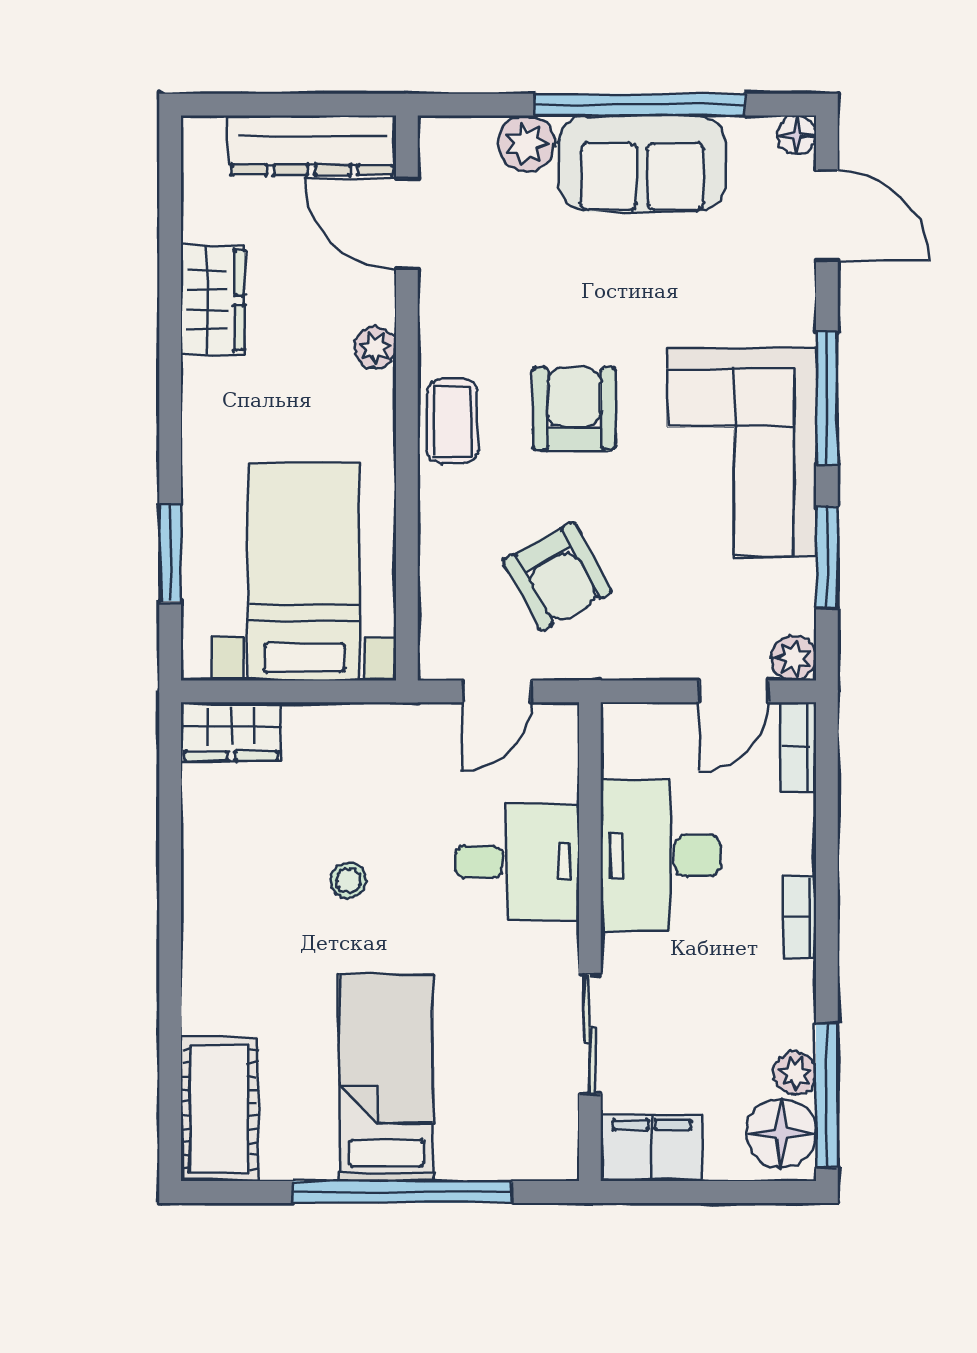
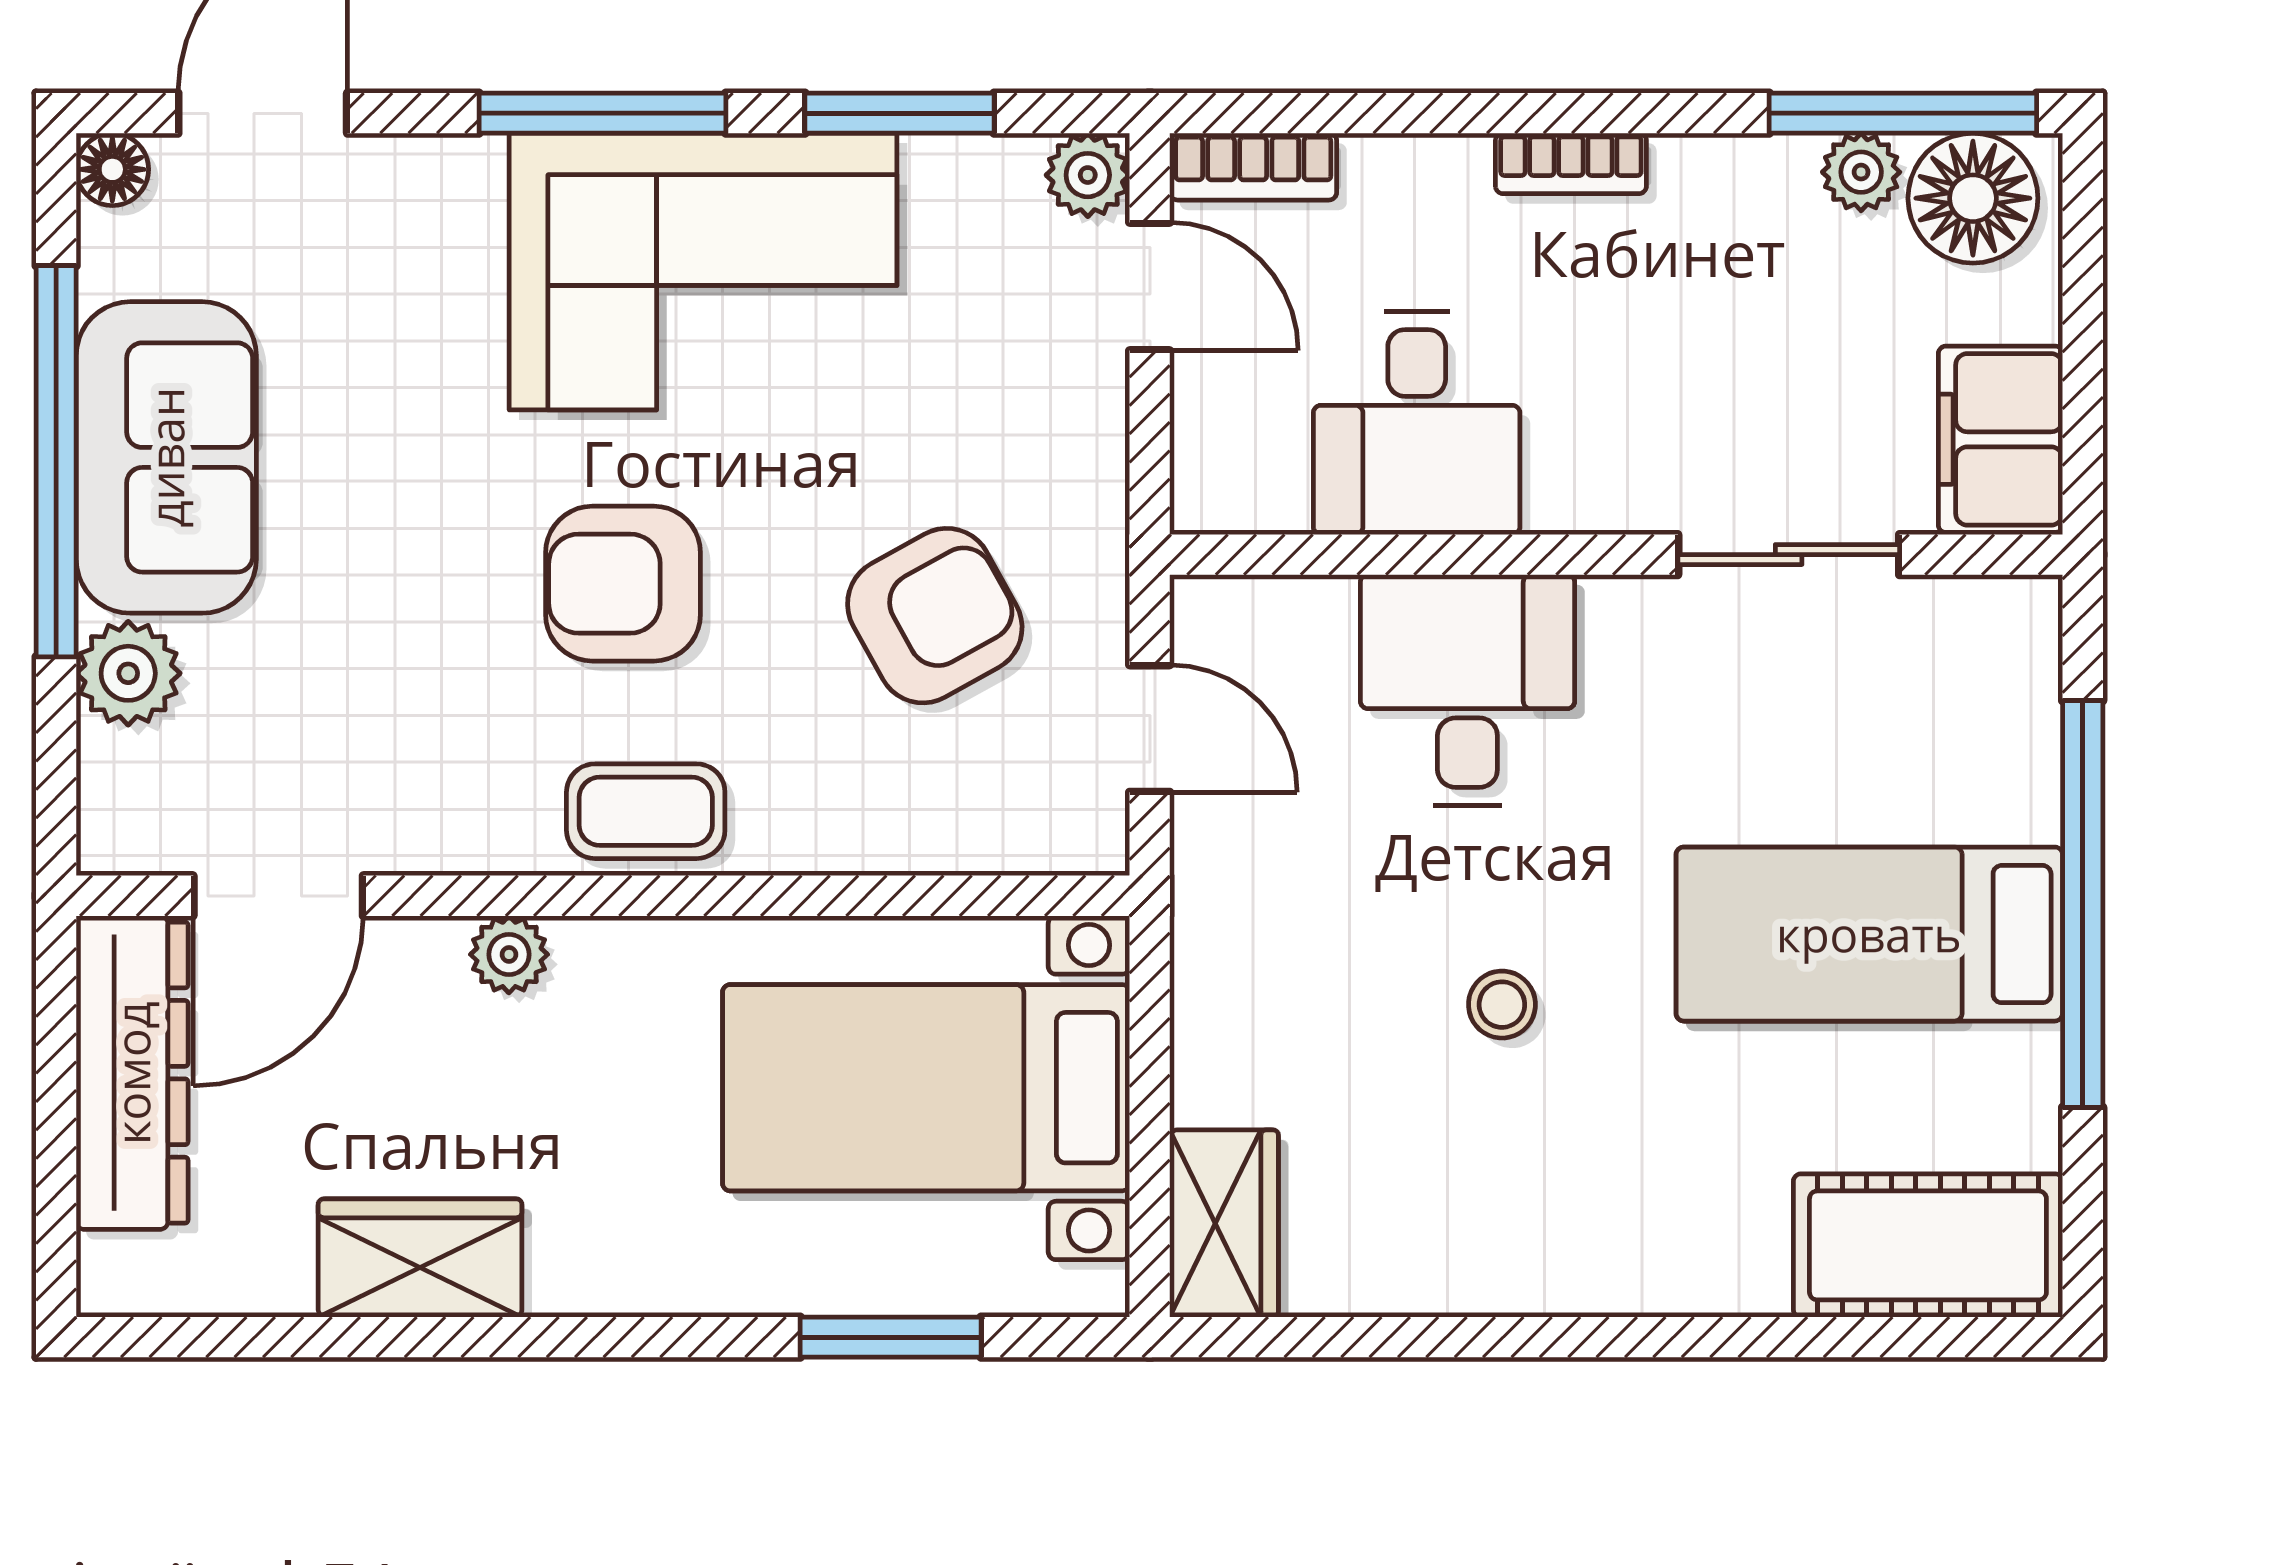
desk: (660, 855) -> (1417, 423), width x0.73

